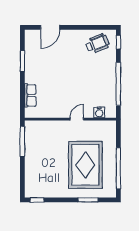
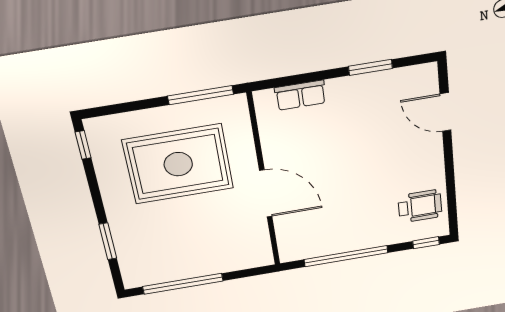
wheelchair: (97, 44) -> (420, 206), turned -68
water cooler: (99, 112) -> (286, 232), removed
door: (77, 119) -> (266, 194), width x1.88
rug: (85, 165) -> (178, 164), moved

